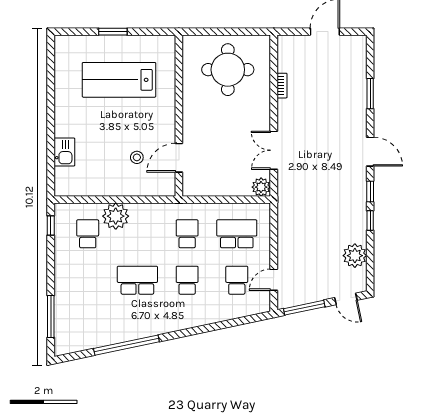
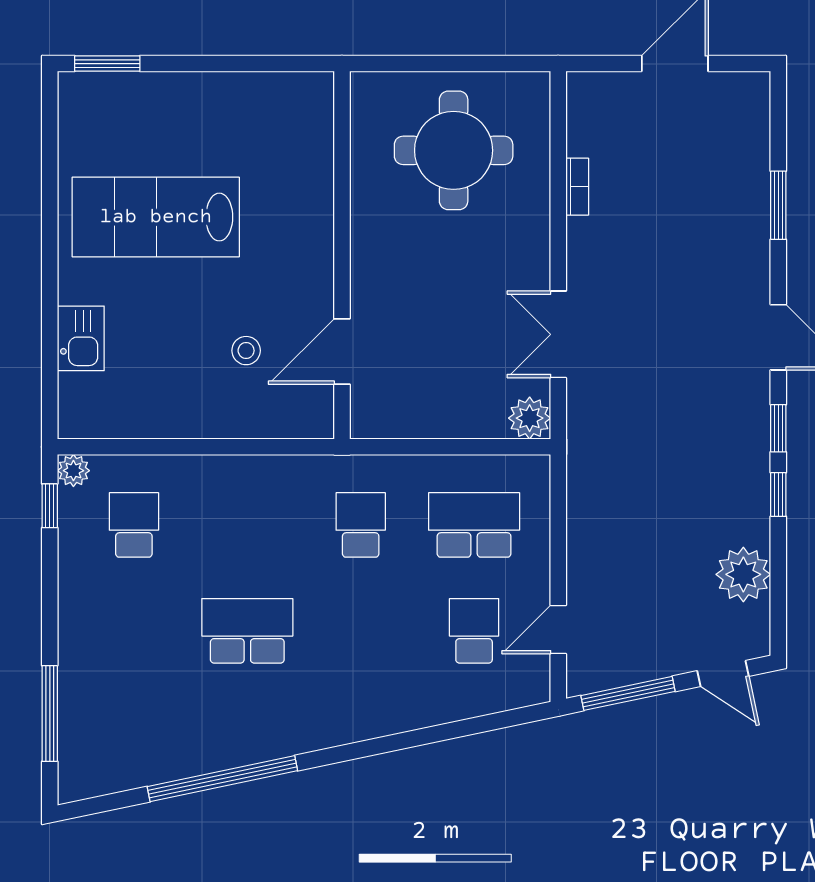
window: (113, 32) -> (107, 64), moved
lab bench: (119, 80) -> (156, 217), moved
plant: (116, 216) -> (73, 471), moved, width x0.53, depth x0.53
school desk: (187, 280) -> (361, 631), removed

